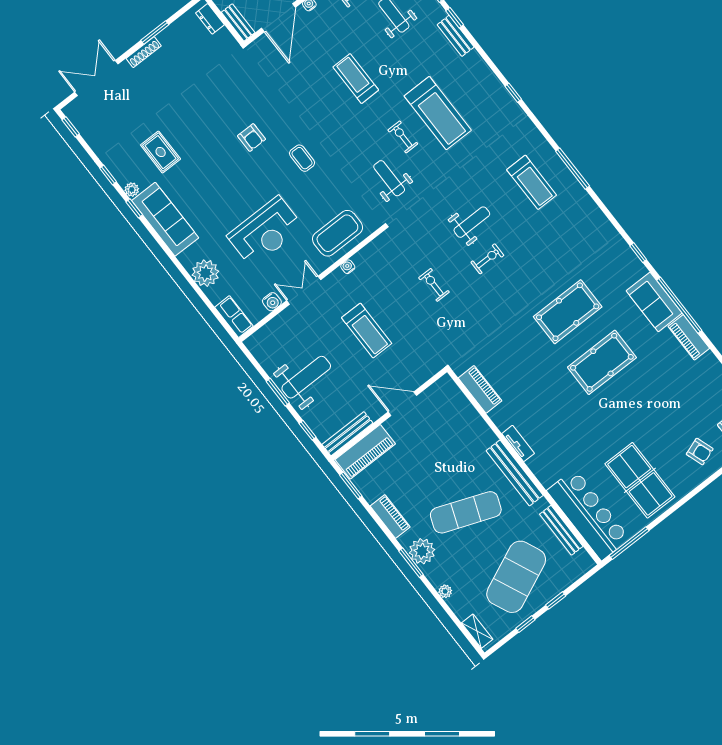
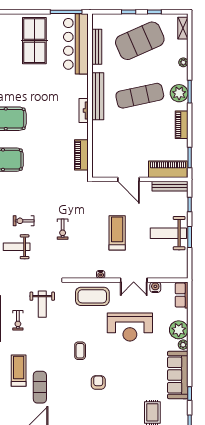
exercise mat: (316, 79) -> (40, 387), added
treadmill: (356, 79) -> (19, 371), turned 180
plant: (132, 190) -> (183, 345), moved
reception desk: (265, 232) -> (130, 327), turned 180
exercise mat: (466, 512) -> (140, 96), turned -33

